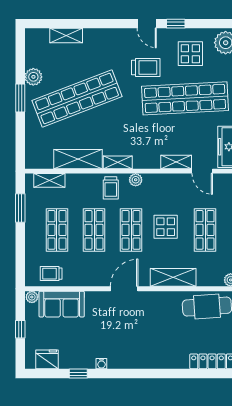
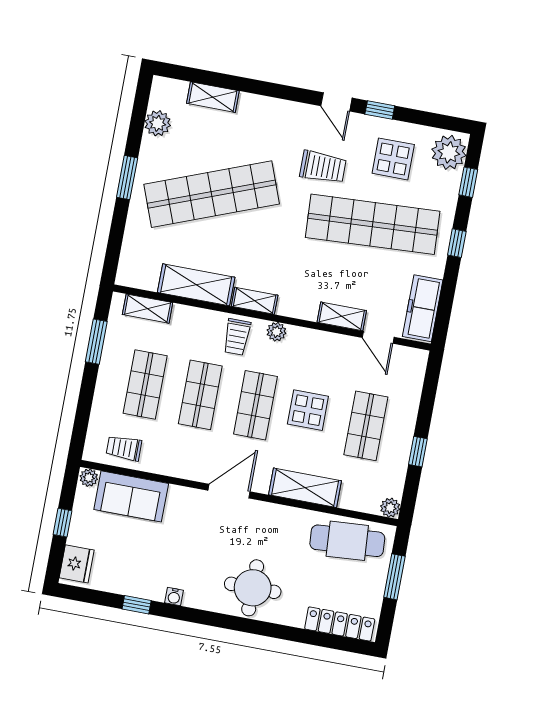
plant: (33, 77) -> (158, 123), moved
round table: (151, 349) -> (253, 588), added
fridge: (47, 359) -> (77, 564), moved, turned 90

